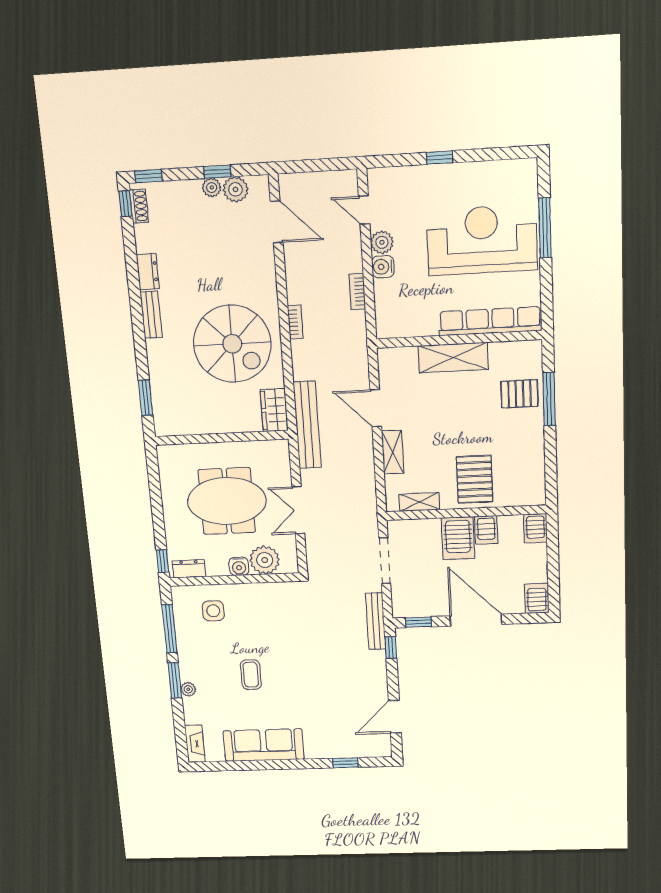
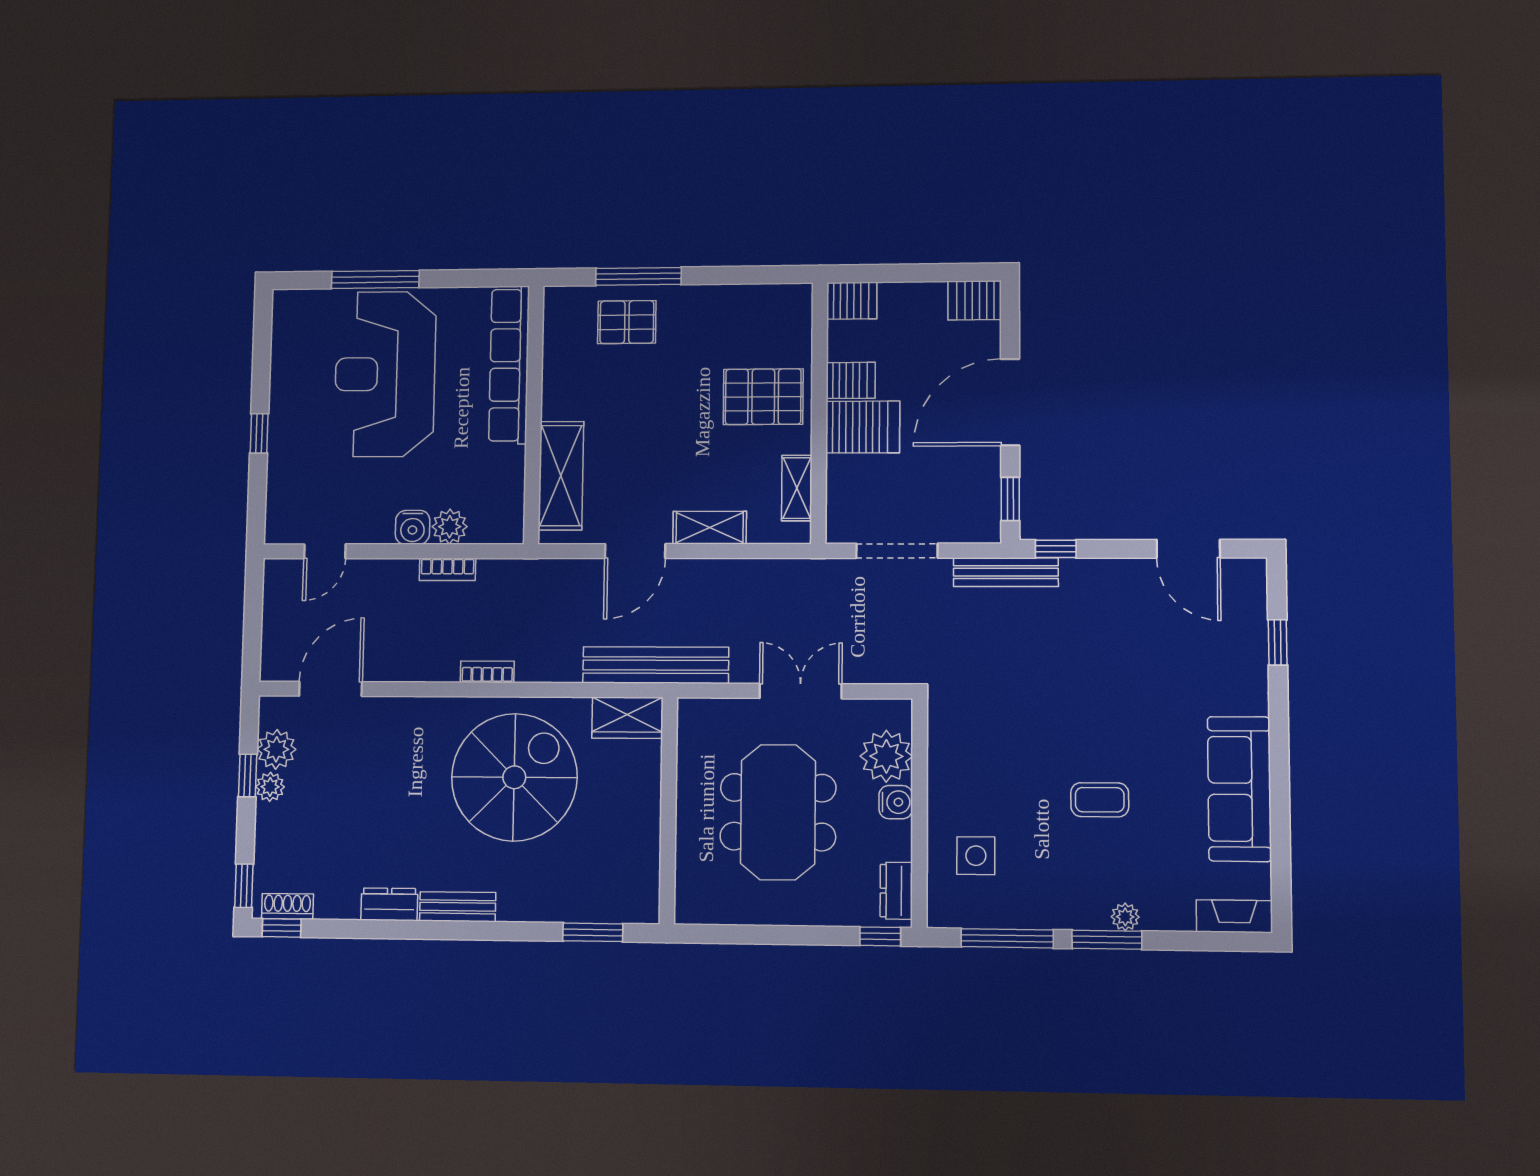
plant: (382, 242) -> (450, 527), moved
shelving: (453, 358) -> (561, 476), moved
pallet: (520, 394) -> (627, 322), turned 90
double door: (298, 510) -> (801, 691), swing flipped

